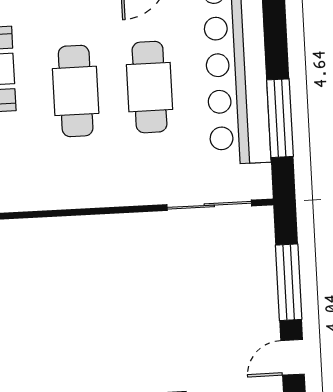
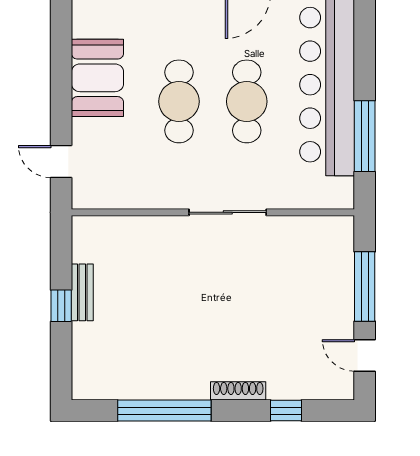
sliding door: (209, 205) -> (228, 212), moved
door: (293, 357) -> (365, 355), hinge flipped

